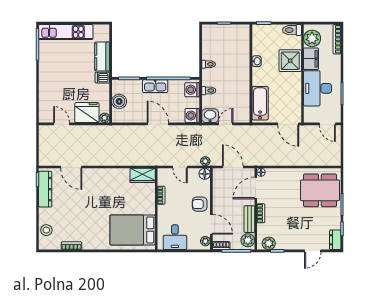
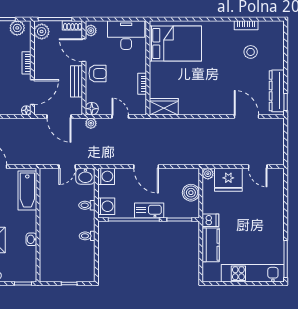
bench: (249, 219) -> (76, 81), moved
stool: (46, 230) -> (251, 52), moved
desk: (175, 237) -> (126, 35), width x1.37

